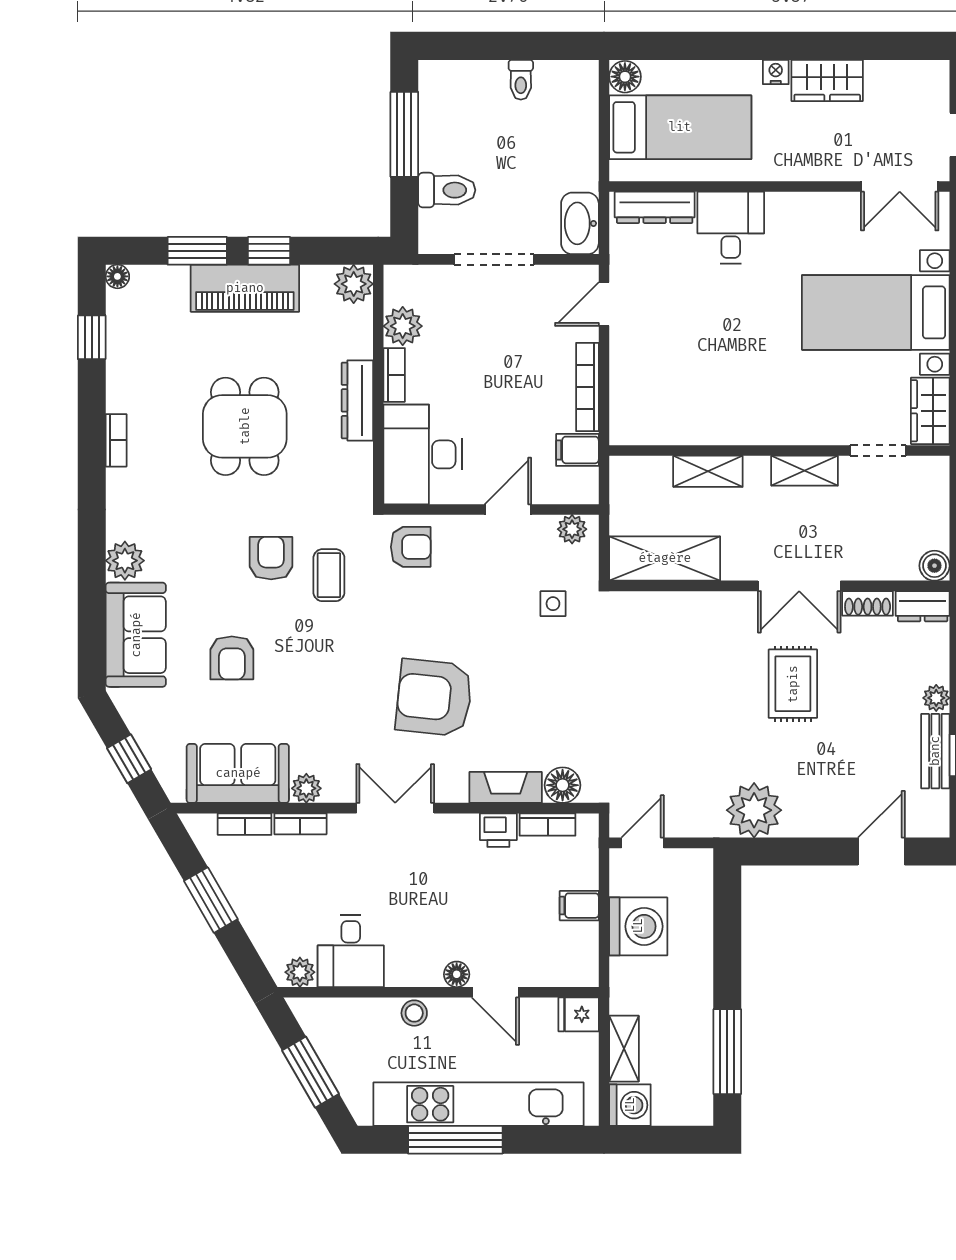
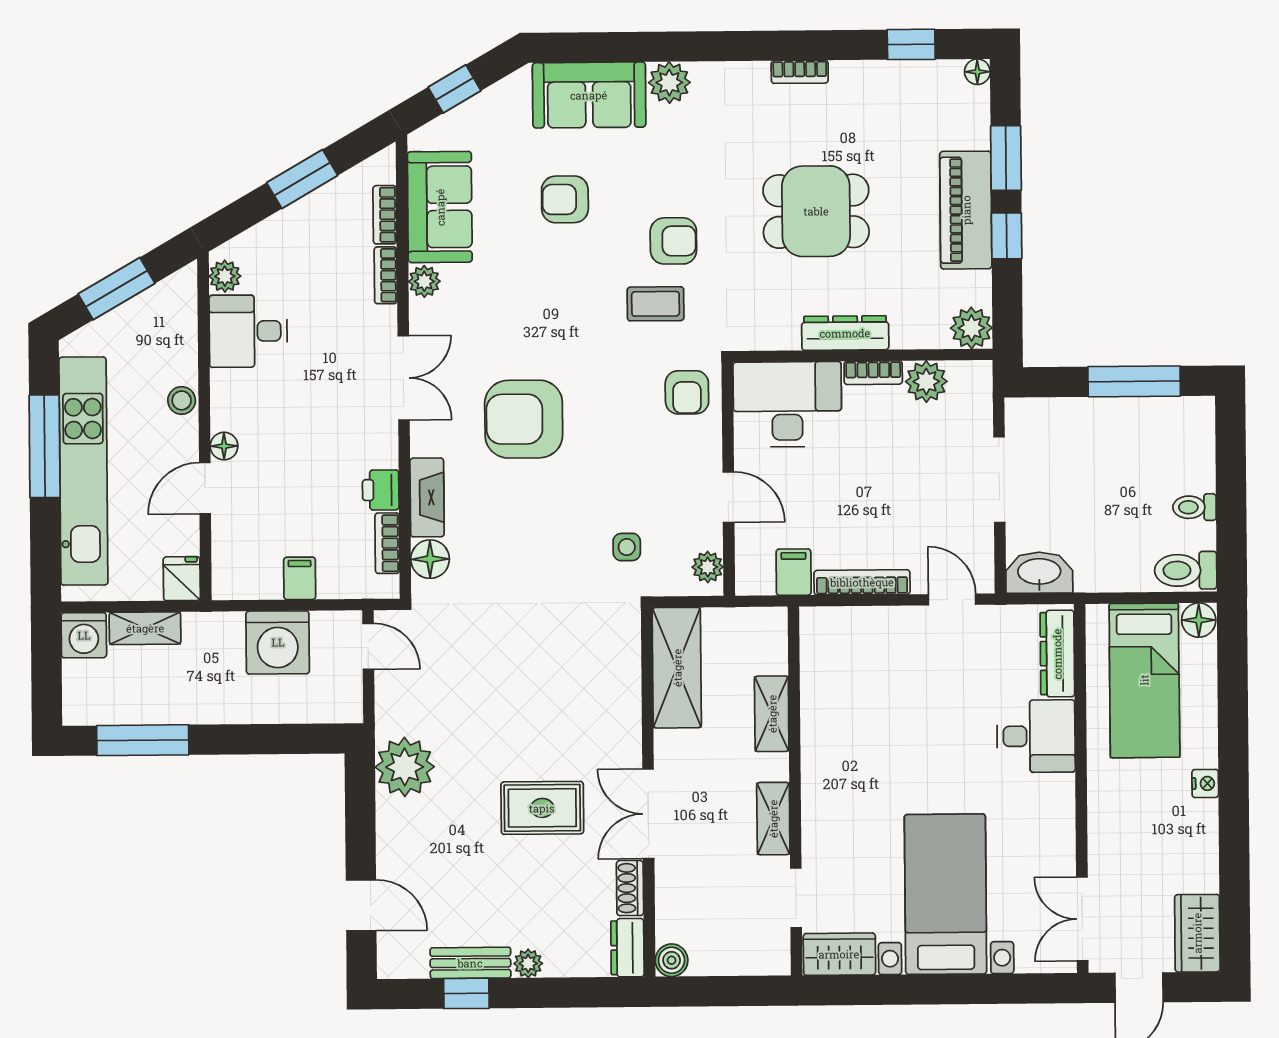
wardrobe: (827, 80) -> (1197, 933), moved
toilet: (447, 190) -> (1186, 570), moved, turned 90
armchair: (434, 698) -> (524, 419), turned -96

